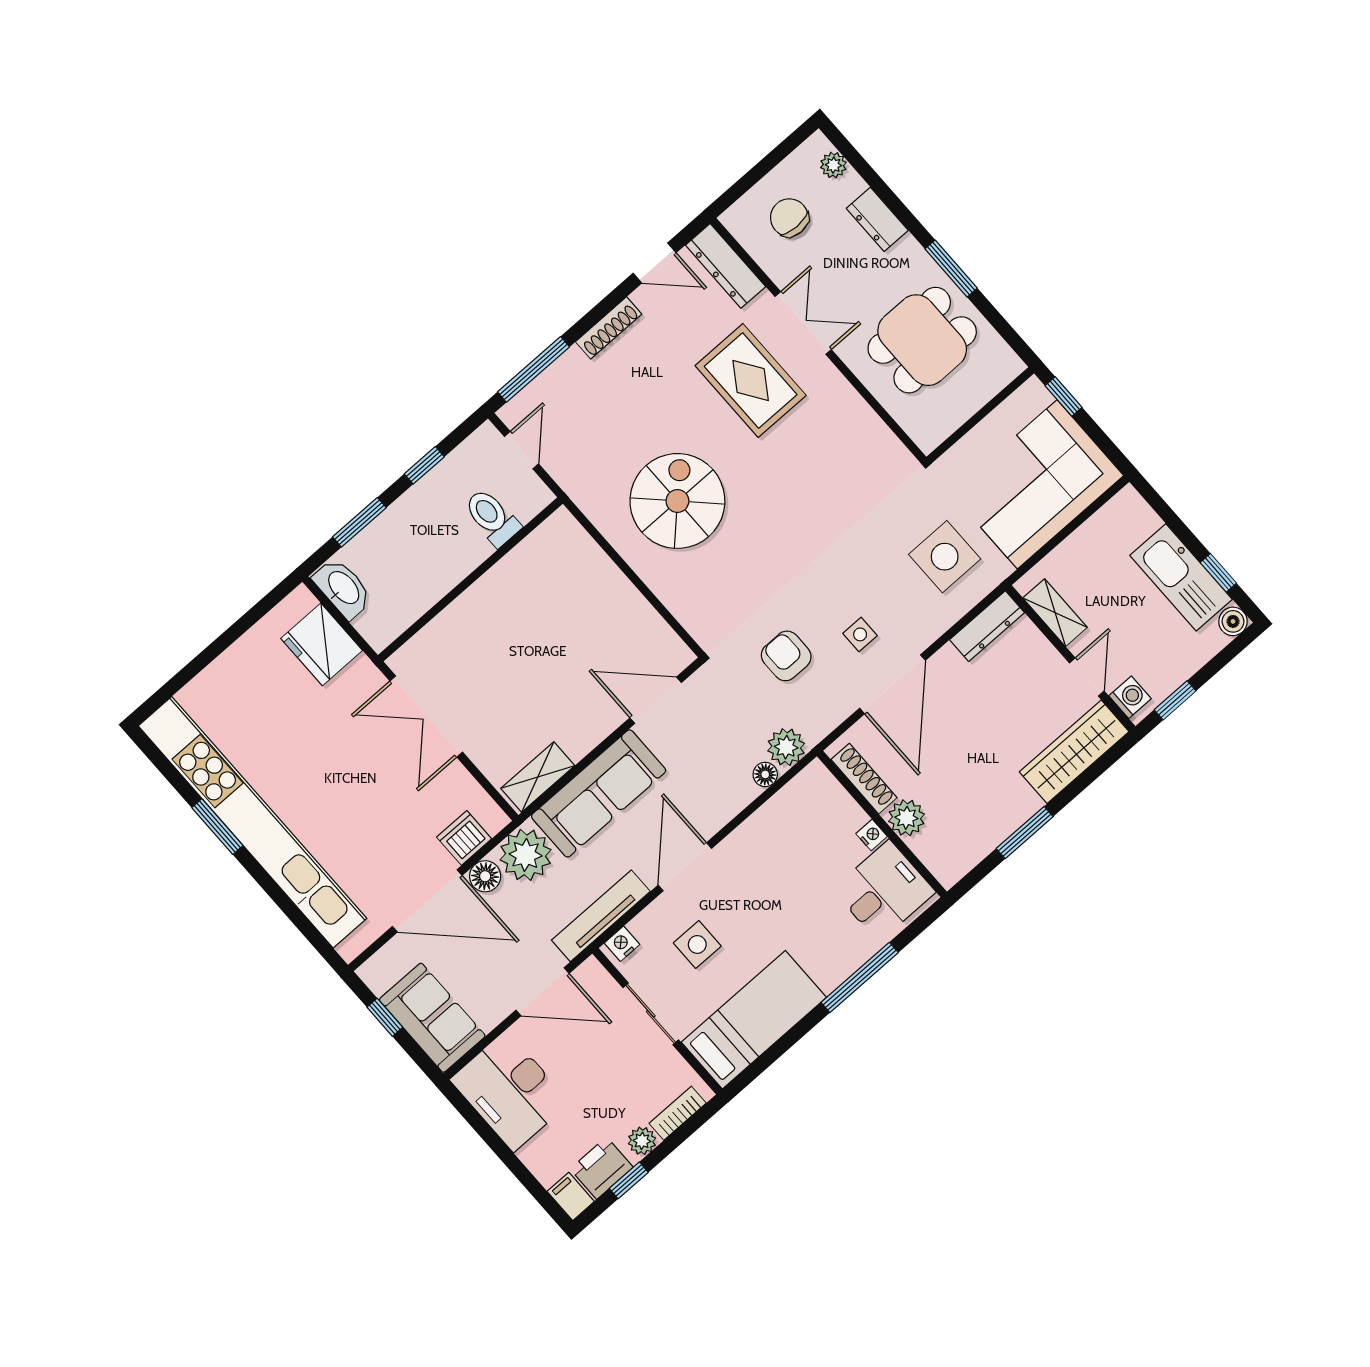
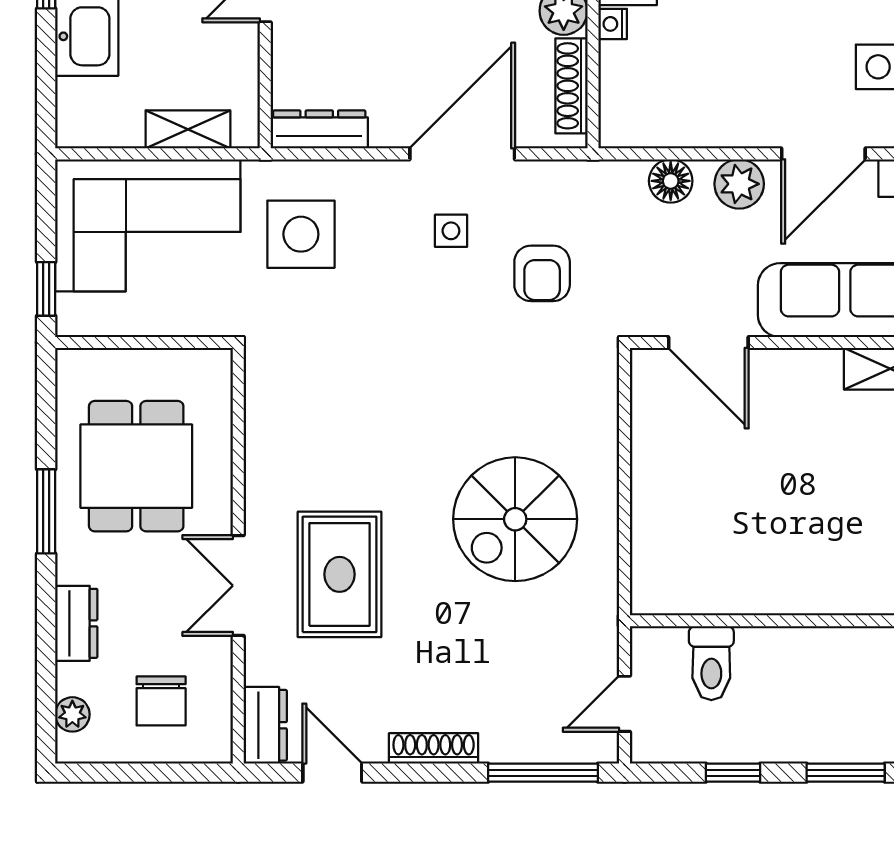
dresser: (726, 266) -> (265, 725), width x0.70
dining table: (922, 340) -> (136, 466), turned 90
shelving: (1055, 613) -> (188, 129), moved, turned 90
plant: (786, 747) -> (739, 184), moved
floor lamp: (765, 774) -> (671, 181), width x1.37, depth x1.37

